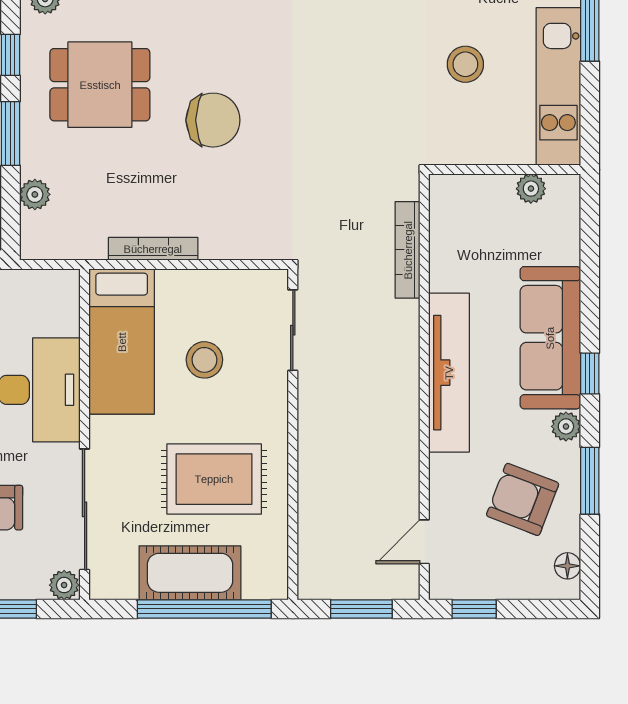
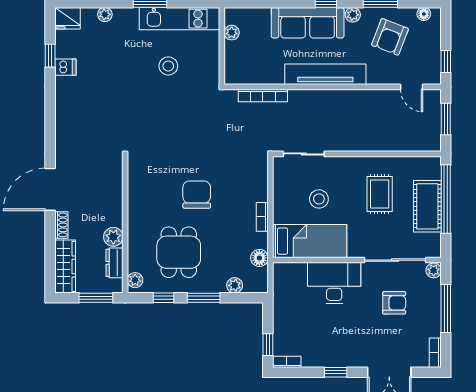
floor lamp: (89, 243) -> (259, 258), added
bookcase: (153, 249) -> (262, 217), width x0.64
rug: (214, 479) -> (380, 194), width x0.73, depth x0.70

